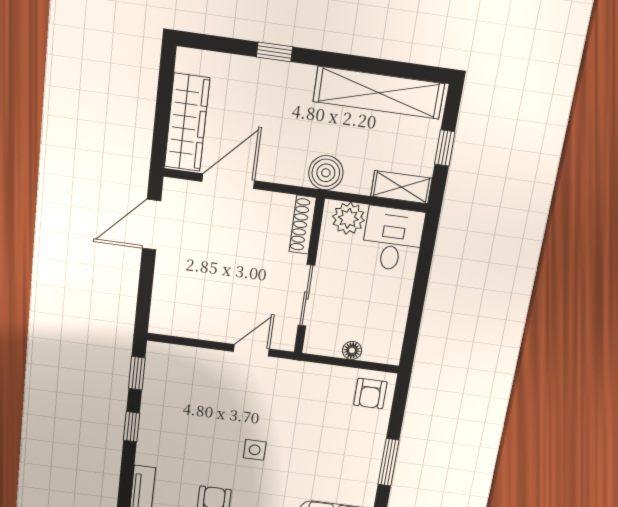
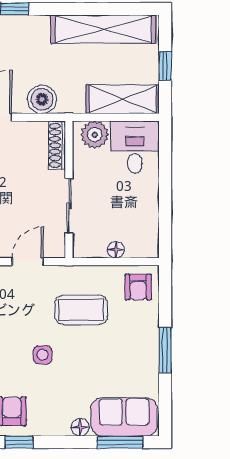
boiler: (326, 173) -> (42, 99), moved
shelving: (401, 187) -> (123, 99), width x1.50, depth x1.33
coffee table: (304, 409) -> (81, 310), added

